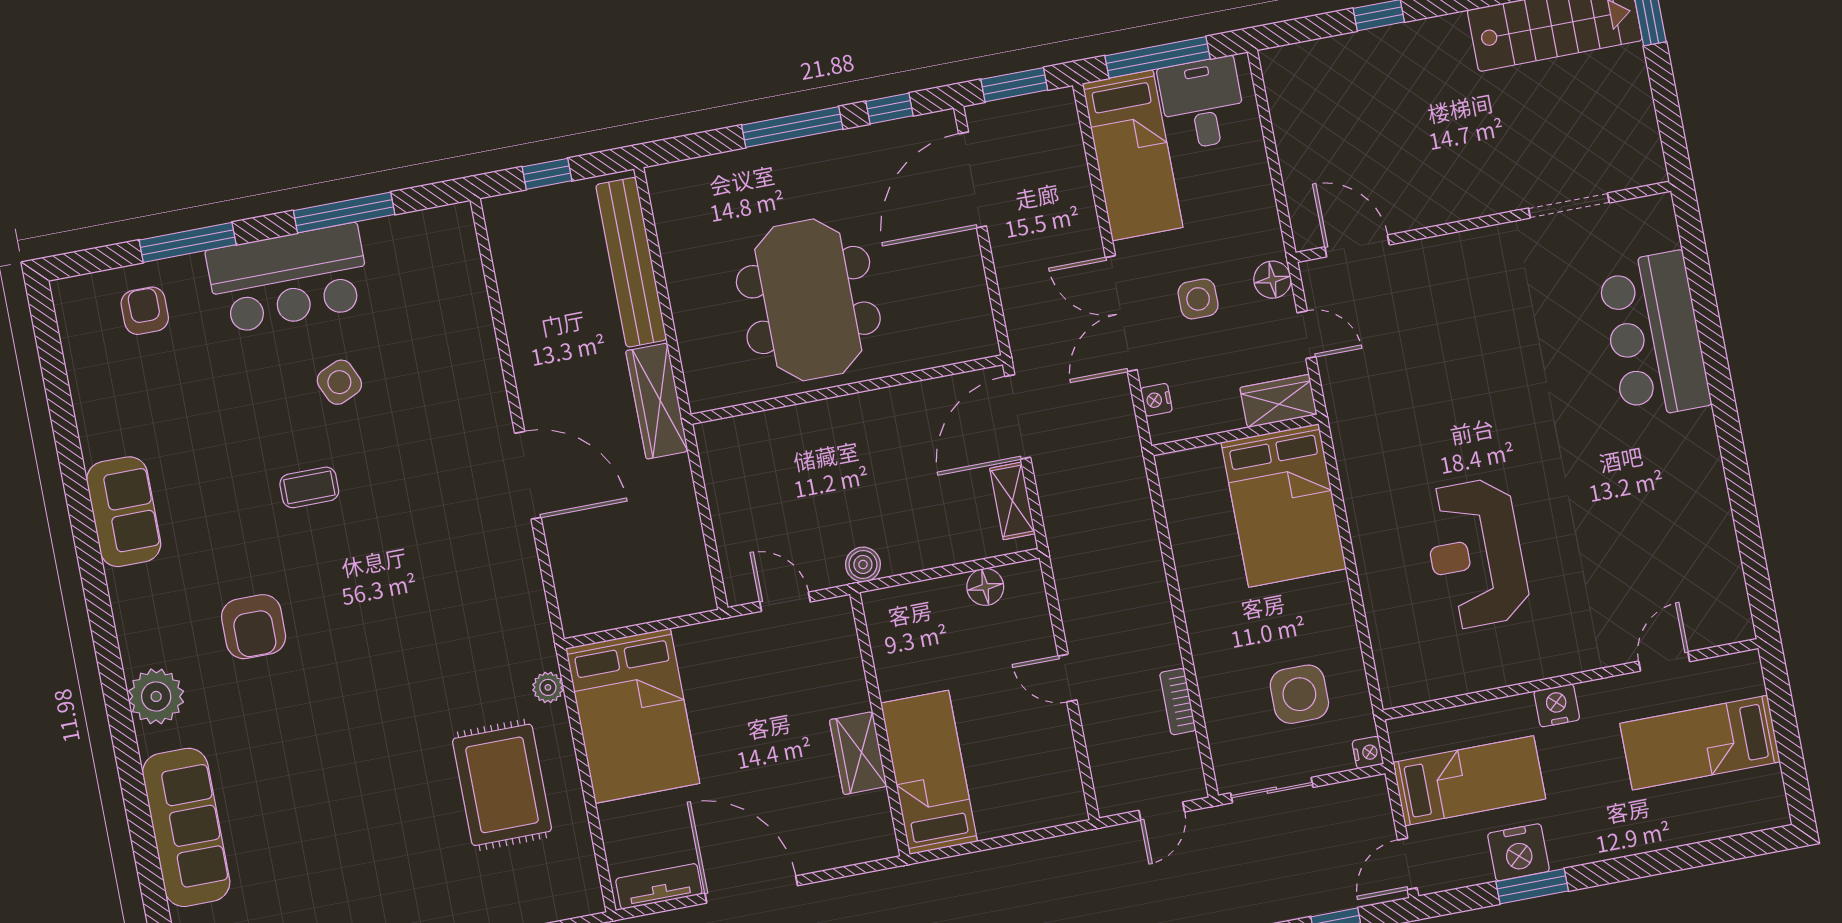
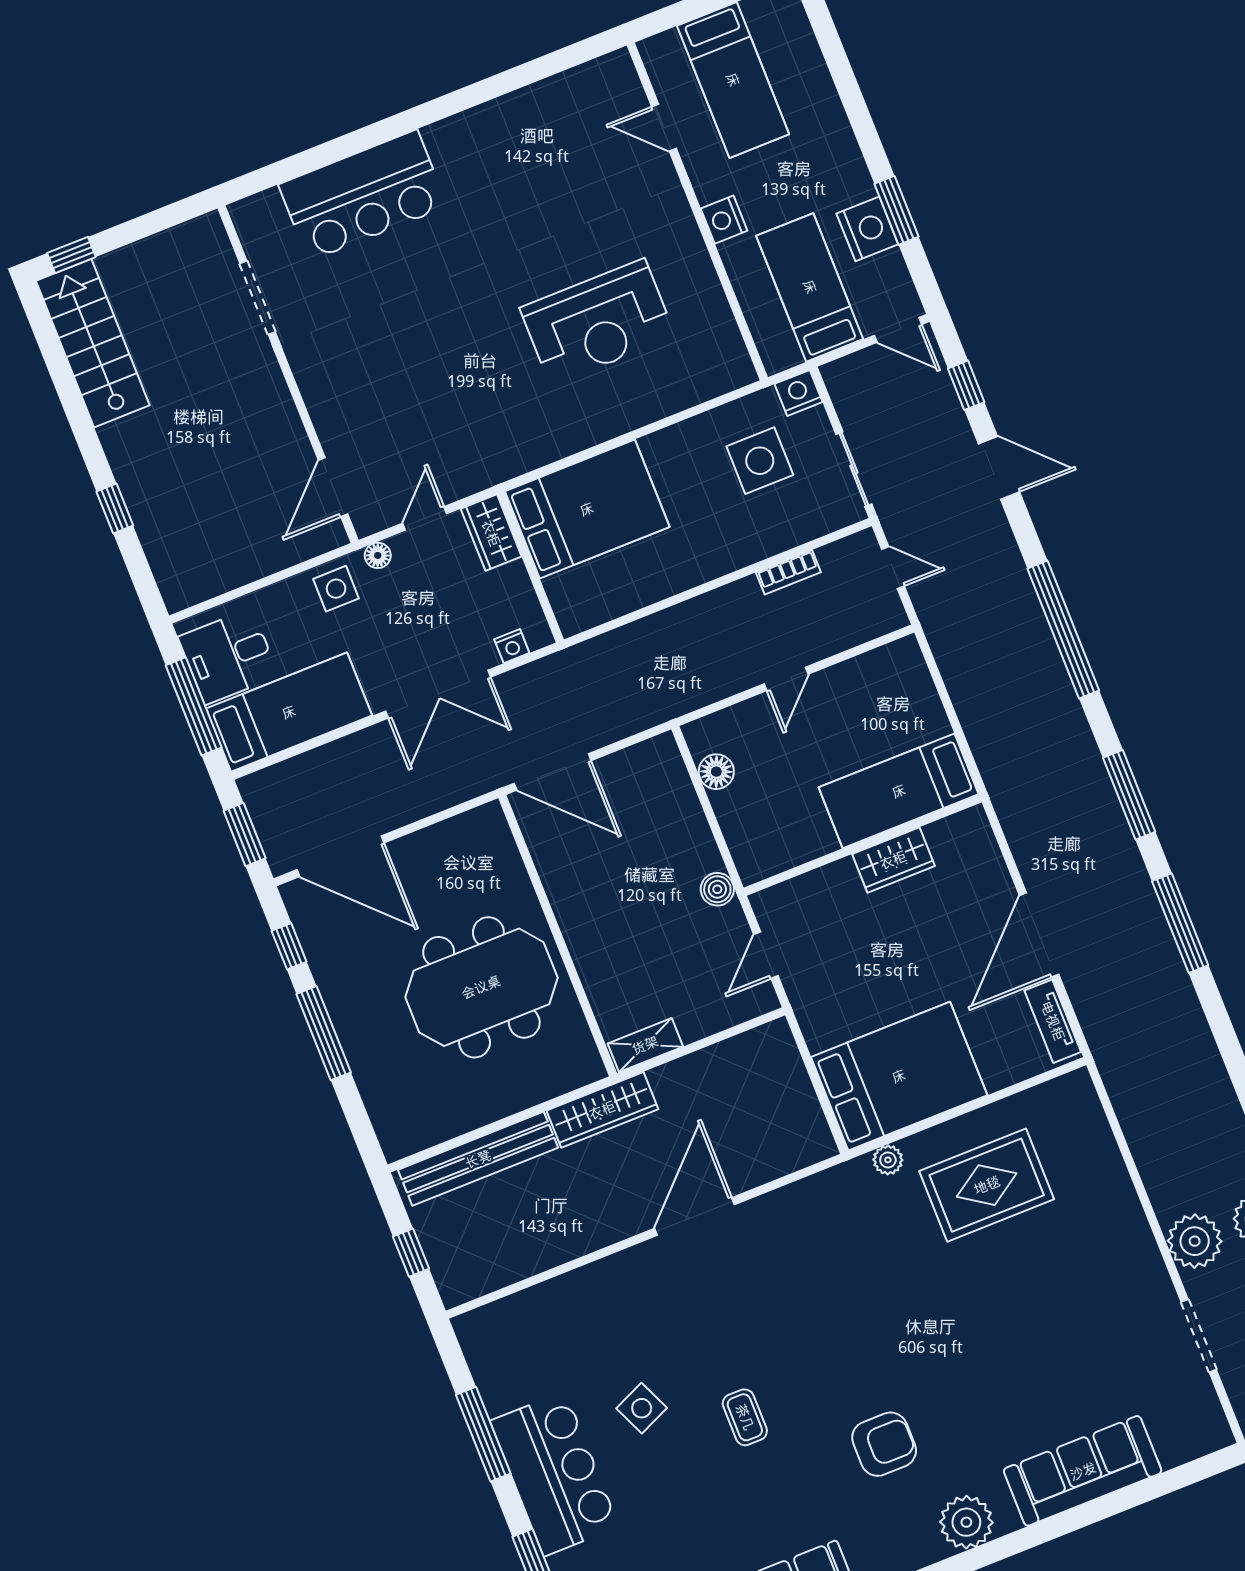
floor lamp: (1272, 280) -> (378, 555), width x0.73, depth x0.73
side table: (1198, 299) -> (336, 589), moved
shelving: (1012, 501) -> (645, 1045), moved
nightstand: (1368, 753) -> (799, 393), width x1.39, depth x1.35

